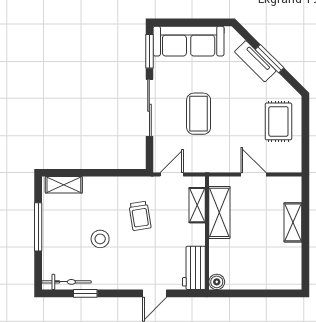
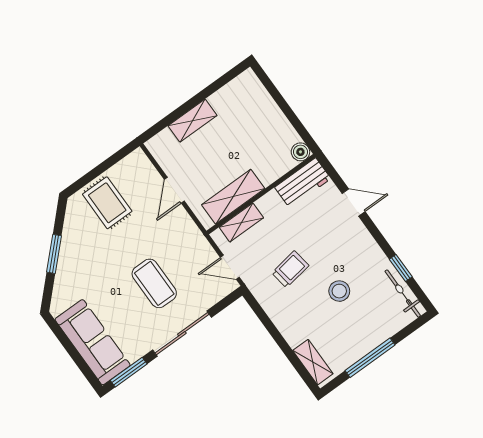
tv unit: (255, 61) -> (66, 266), removed
coffee table: (199, 114) -> (154, 283), turned 90
rug: (278, 121) -> (107, 203), turned 90

